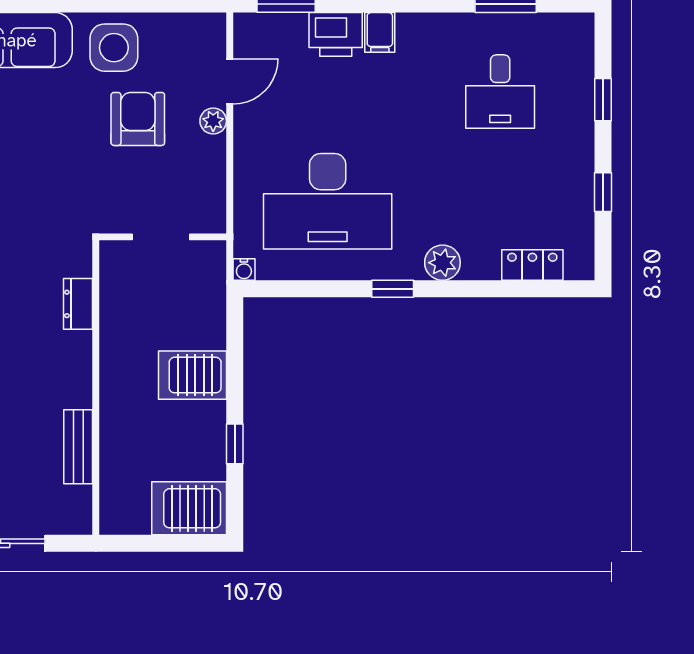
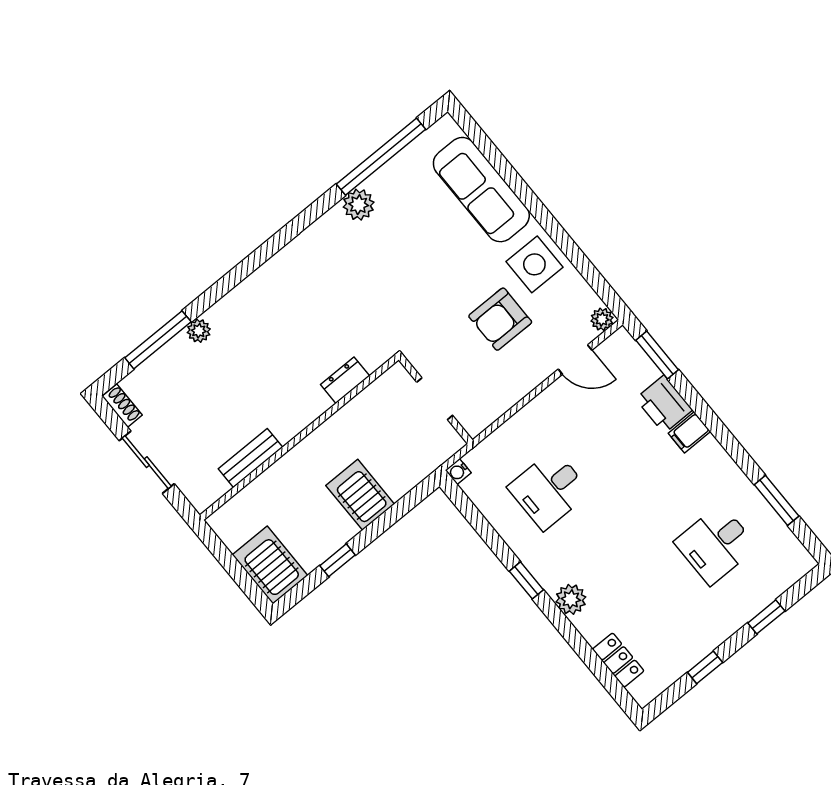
armchair: (138, 119) -> (500, 319), turned 180
plant: (213, 121) -> (602, 319), moved
desk: (328, 201) -> (549, 490), width x0.53, depth x0.77

